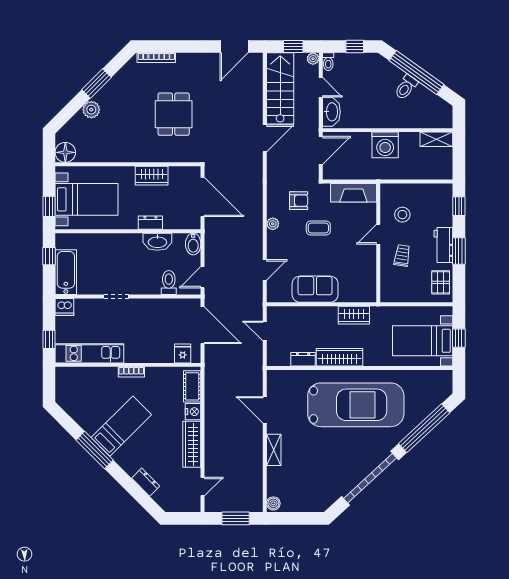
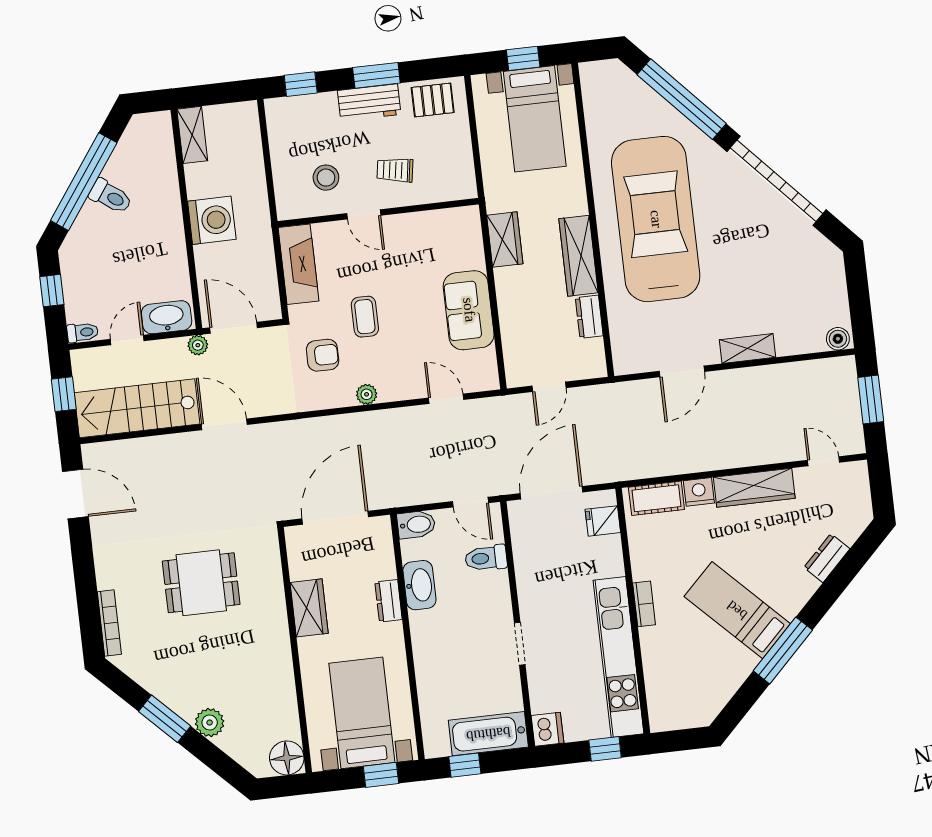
plant: (313, 59) -> (198, 345), moved
armchair: (299, 201) -> (323, 355), turned 90
kitchen unit: (89, 353) -> (618, 657), width x1.36

